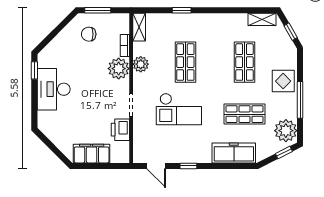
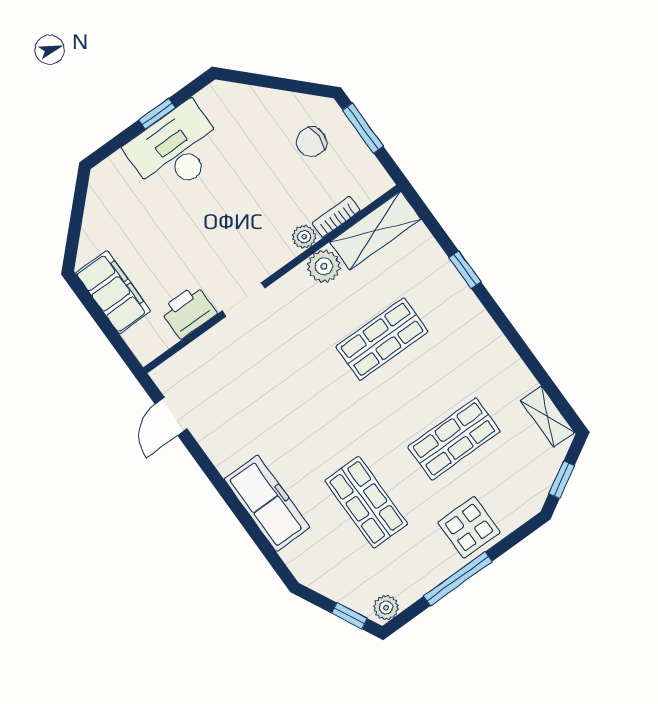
shelving: (139, 27) -> (375, 231), width x1.50, depth x1.33
chair: (89, 34) -> (311, 142), turned -90
plant: (119, 69) -> (304, 237), width x0.53, depth x0.53
window: (34, 70) -> (157, 114), moved
checkout: (179, 109) -> (295, 385), removed
plant: (286, 131) -> (386, 608), width x0.53, depth x0.53
freezer: (234, 153) -> (267, 503), moved
window: (188, 166) -> (210, 471), removed

